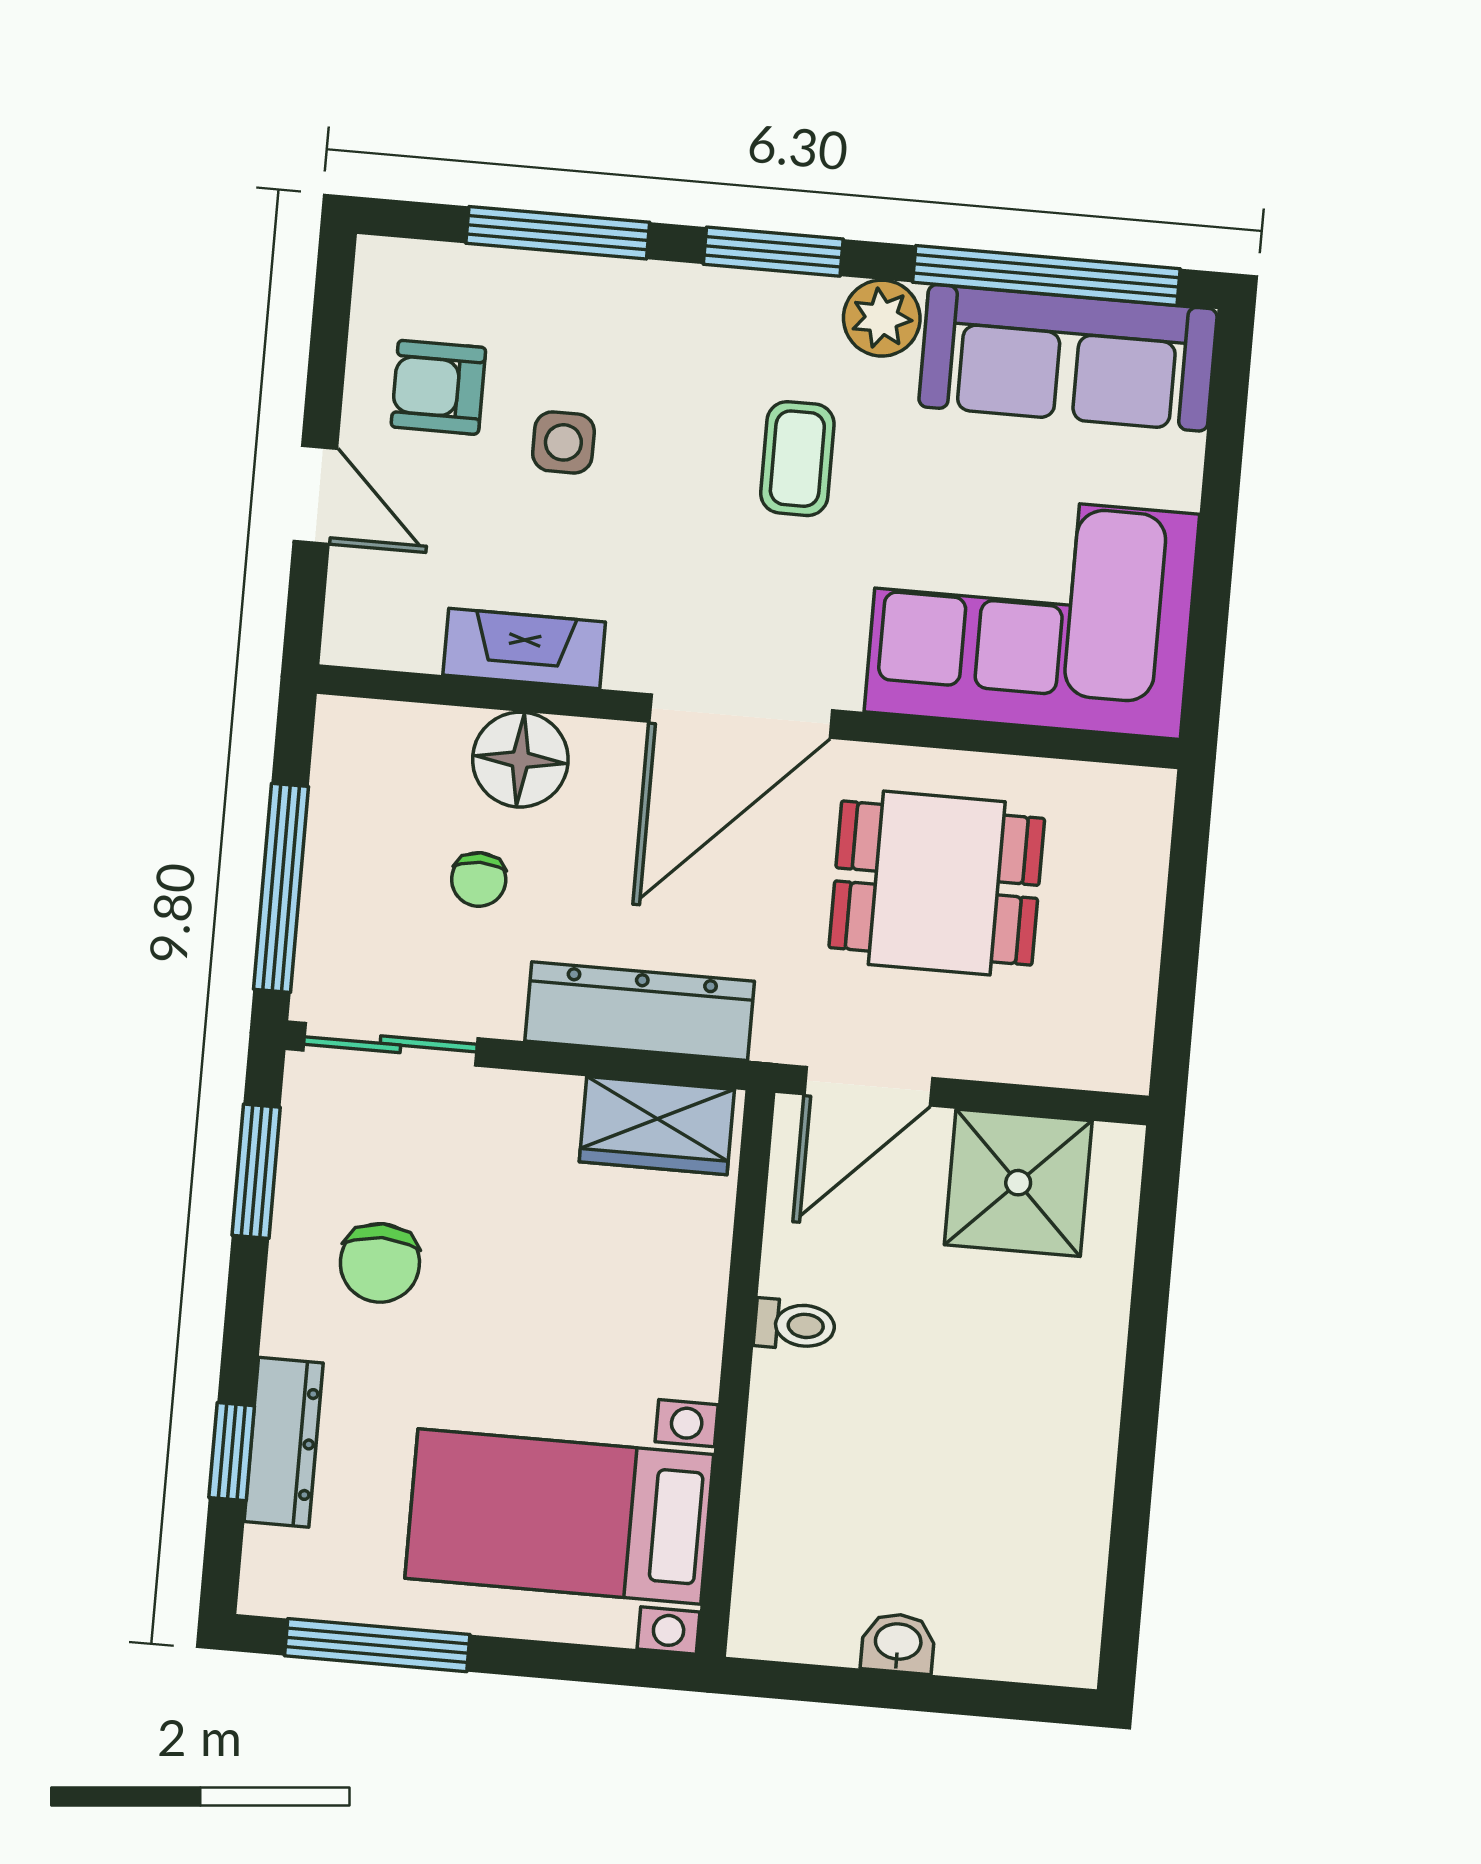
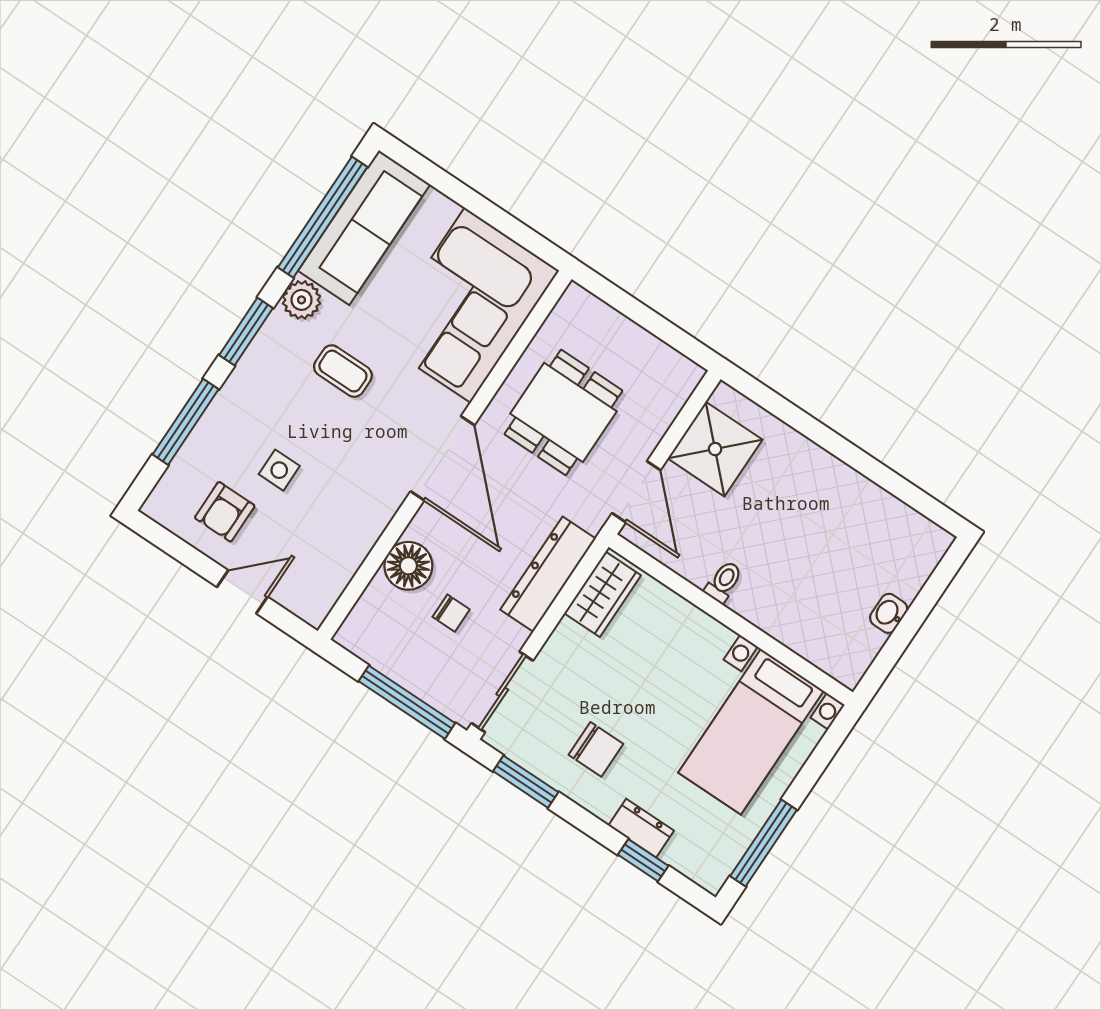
fireplace: (524, 648) -> (360, 537), removed
dresser: (284, 1442) -> (641, 828), width x0.70

